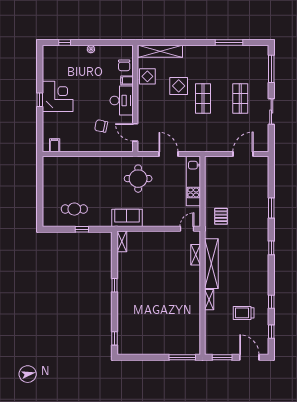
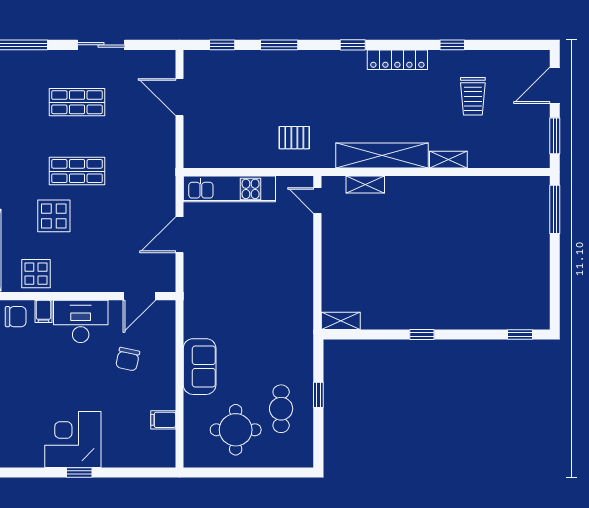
filing cabinet: (55, 145) -> (163, 420), moved
round table: (138, 179) -> (236, 430), moved
sofa: (127, 218) -> (200, 367), moved, turned 180
locker: (263, 272) -> (397, 60), added
window: (271, 332) -> (222, 45), moved

